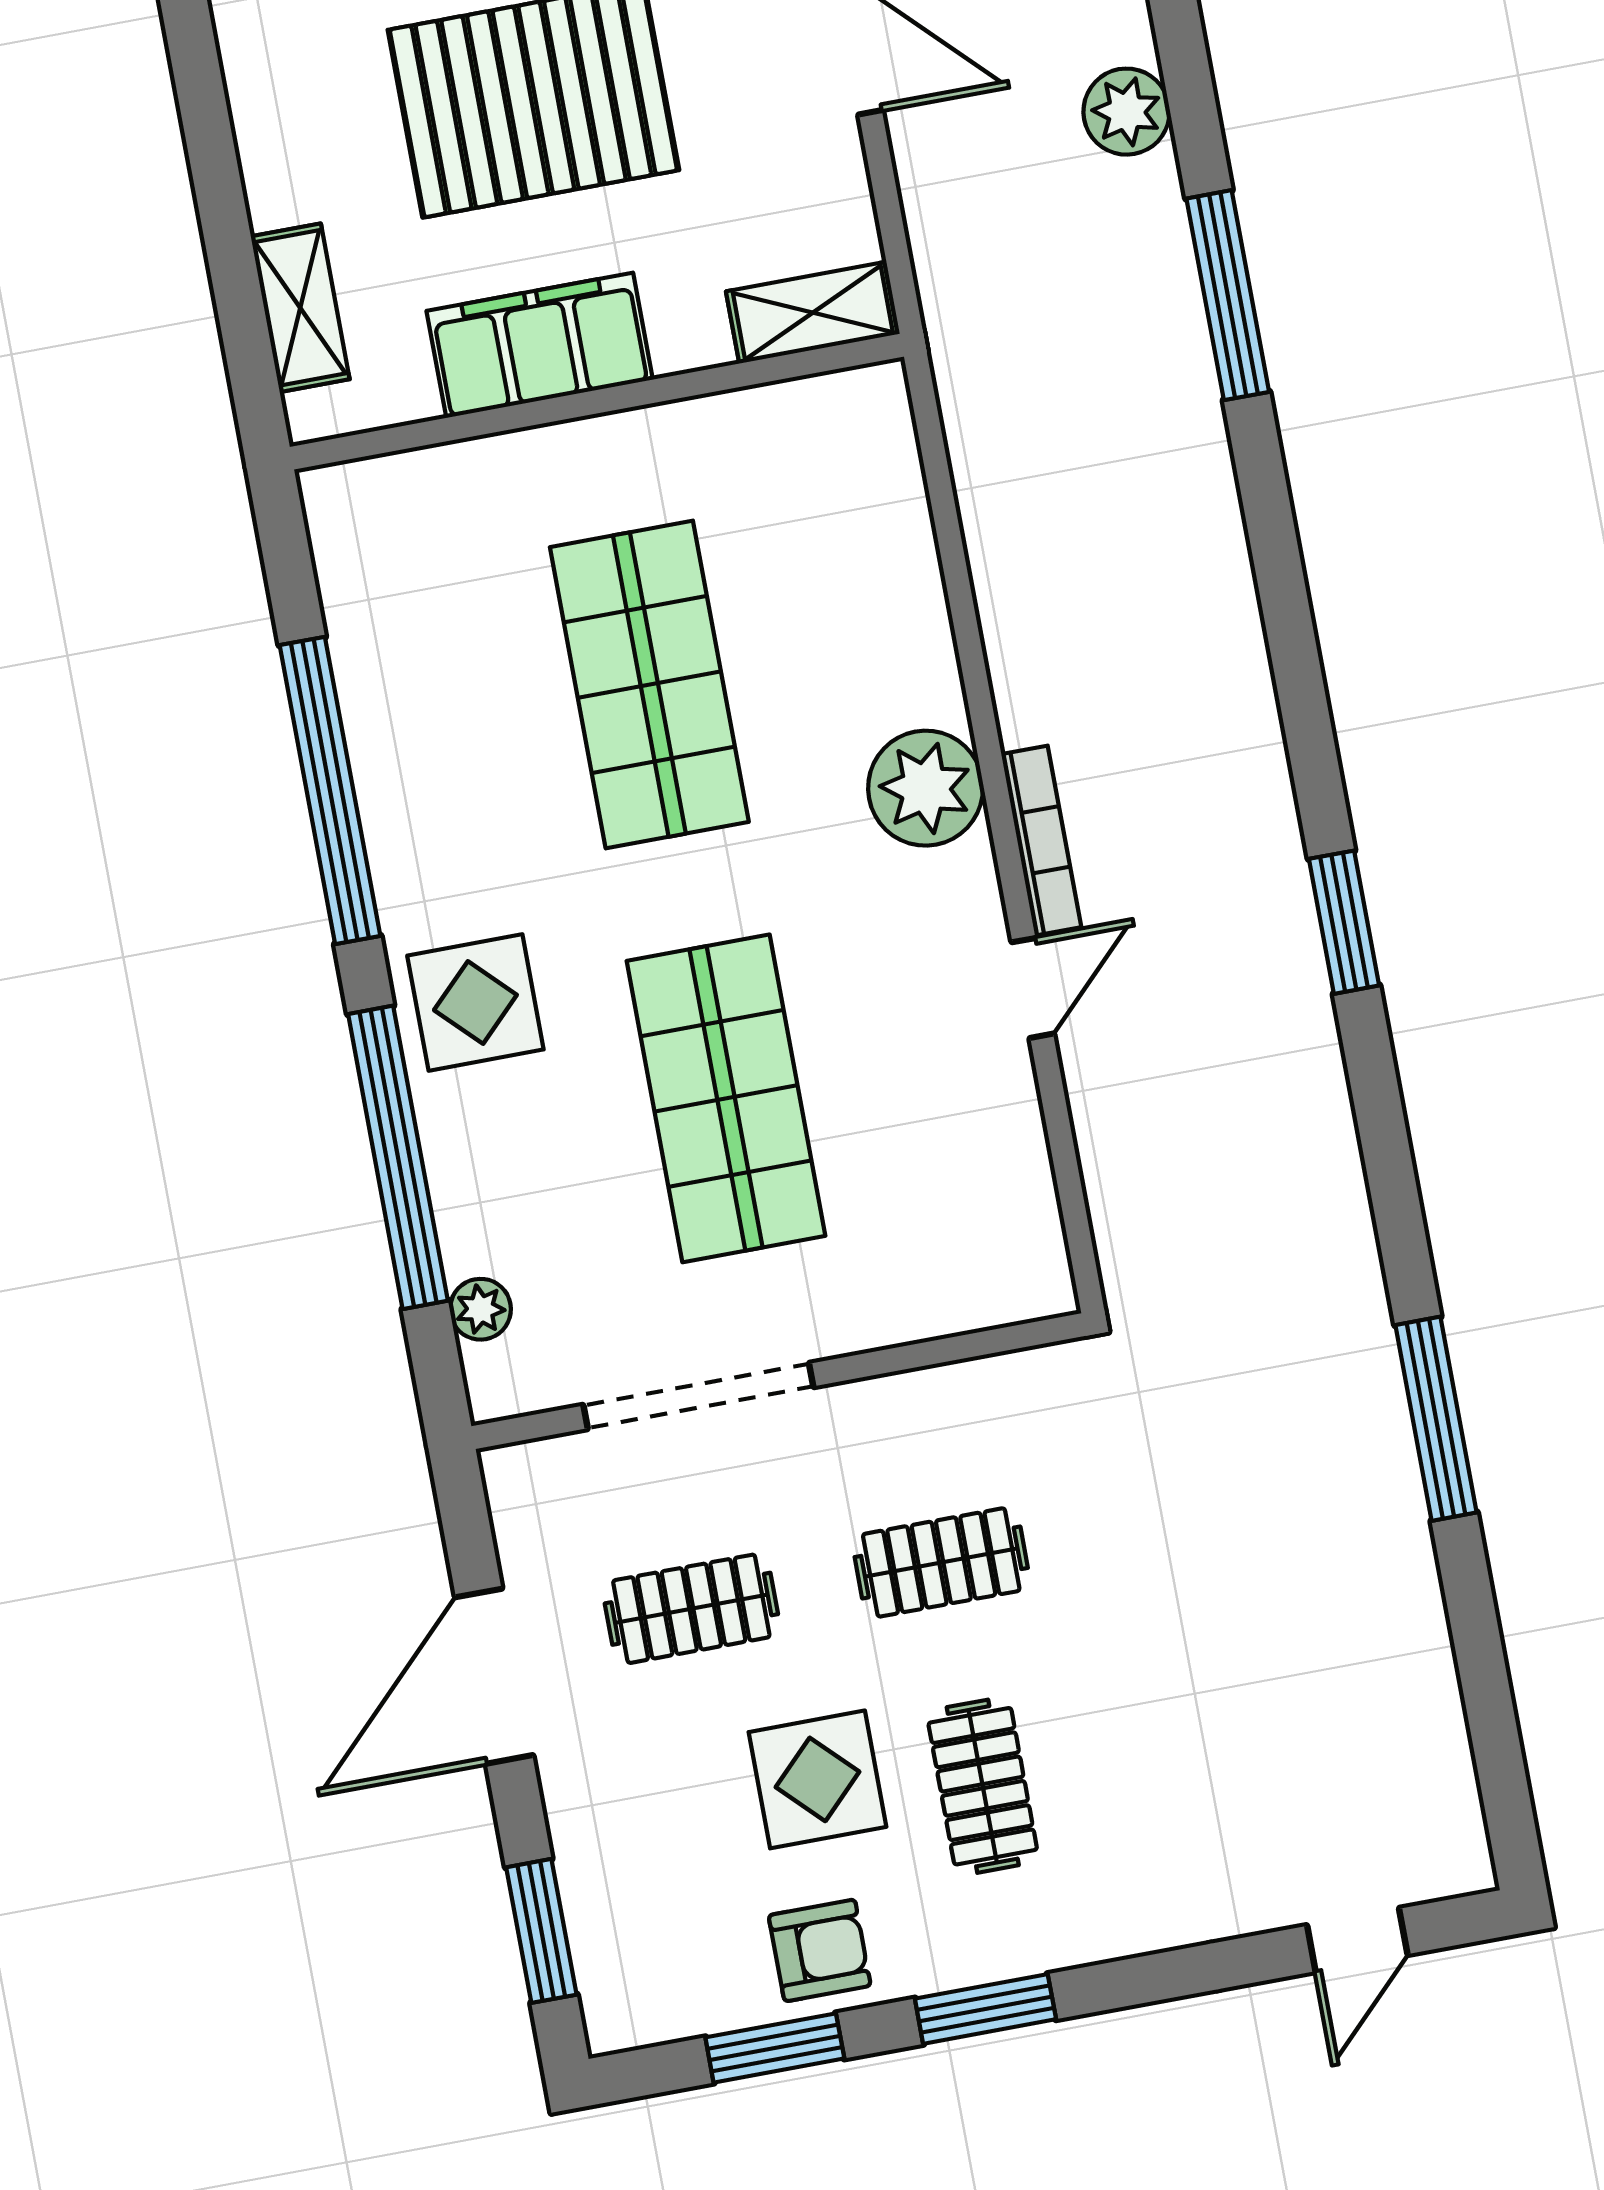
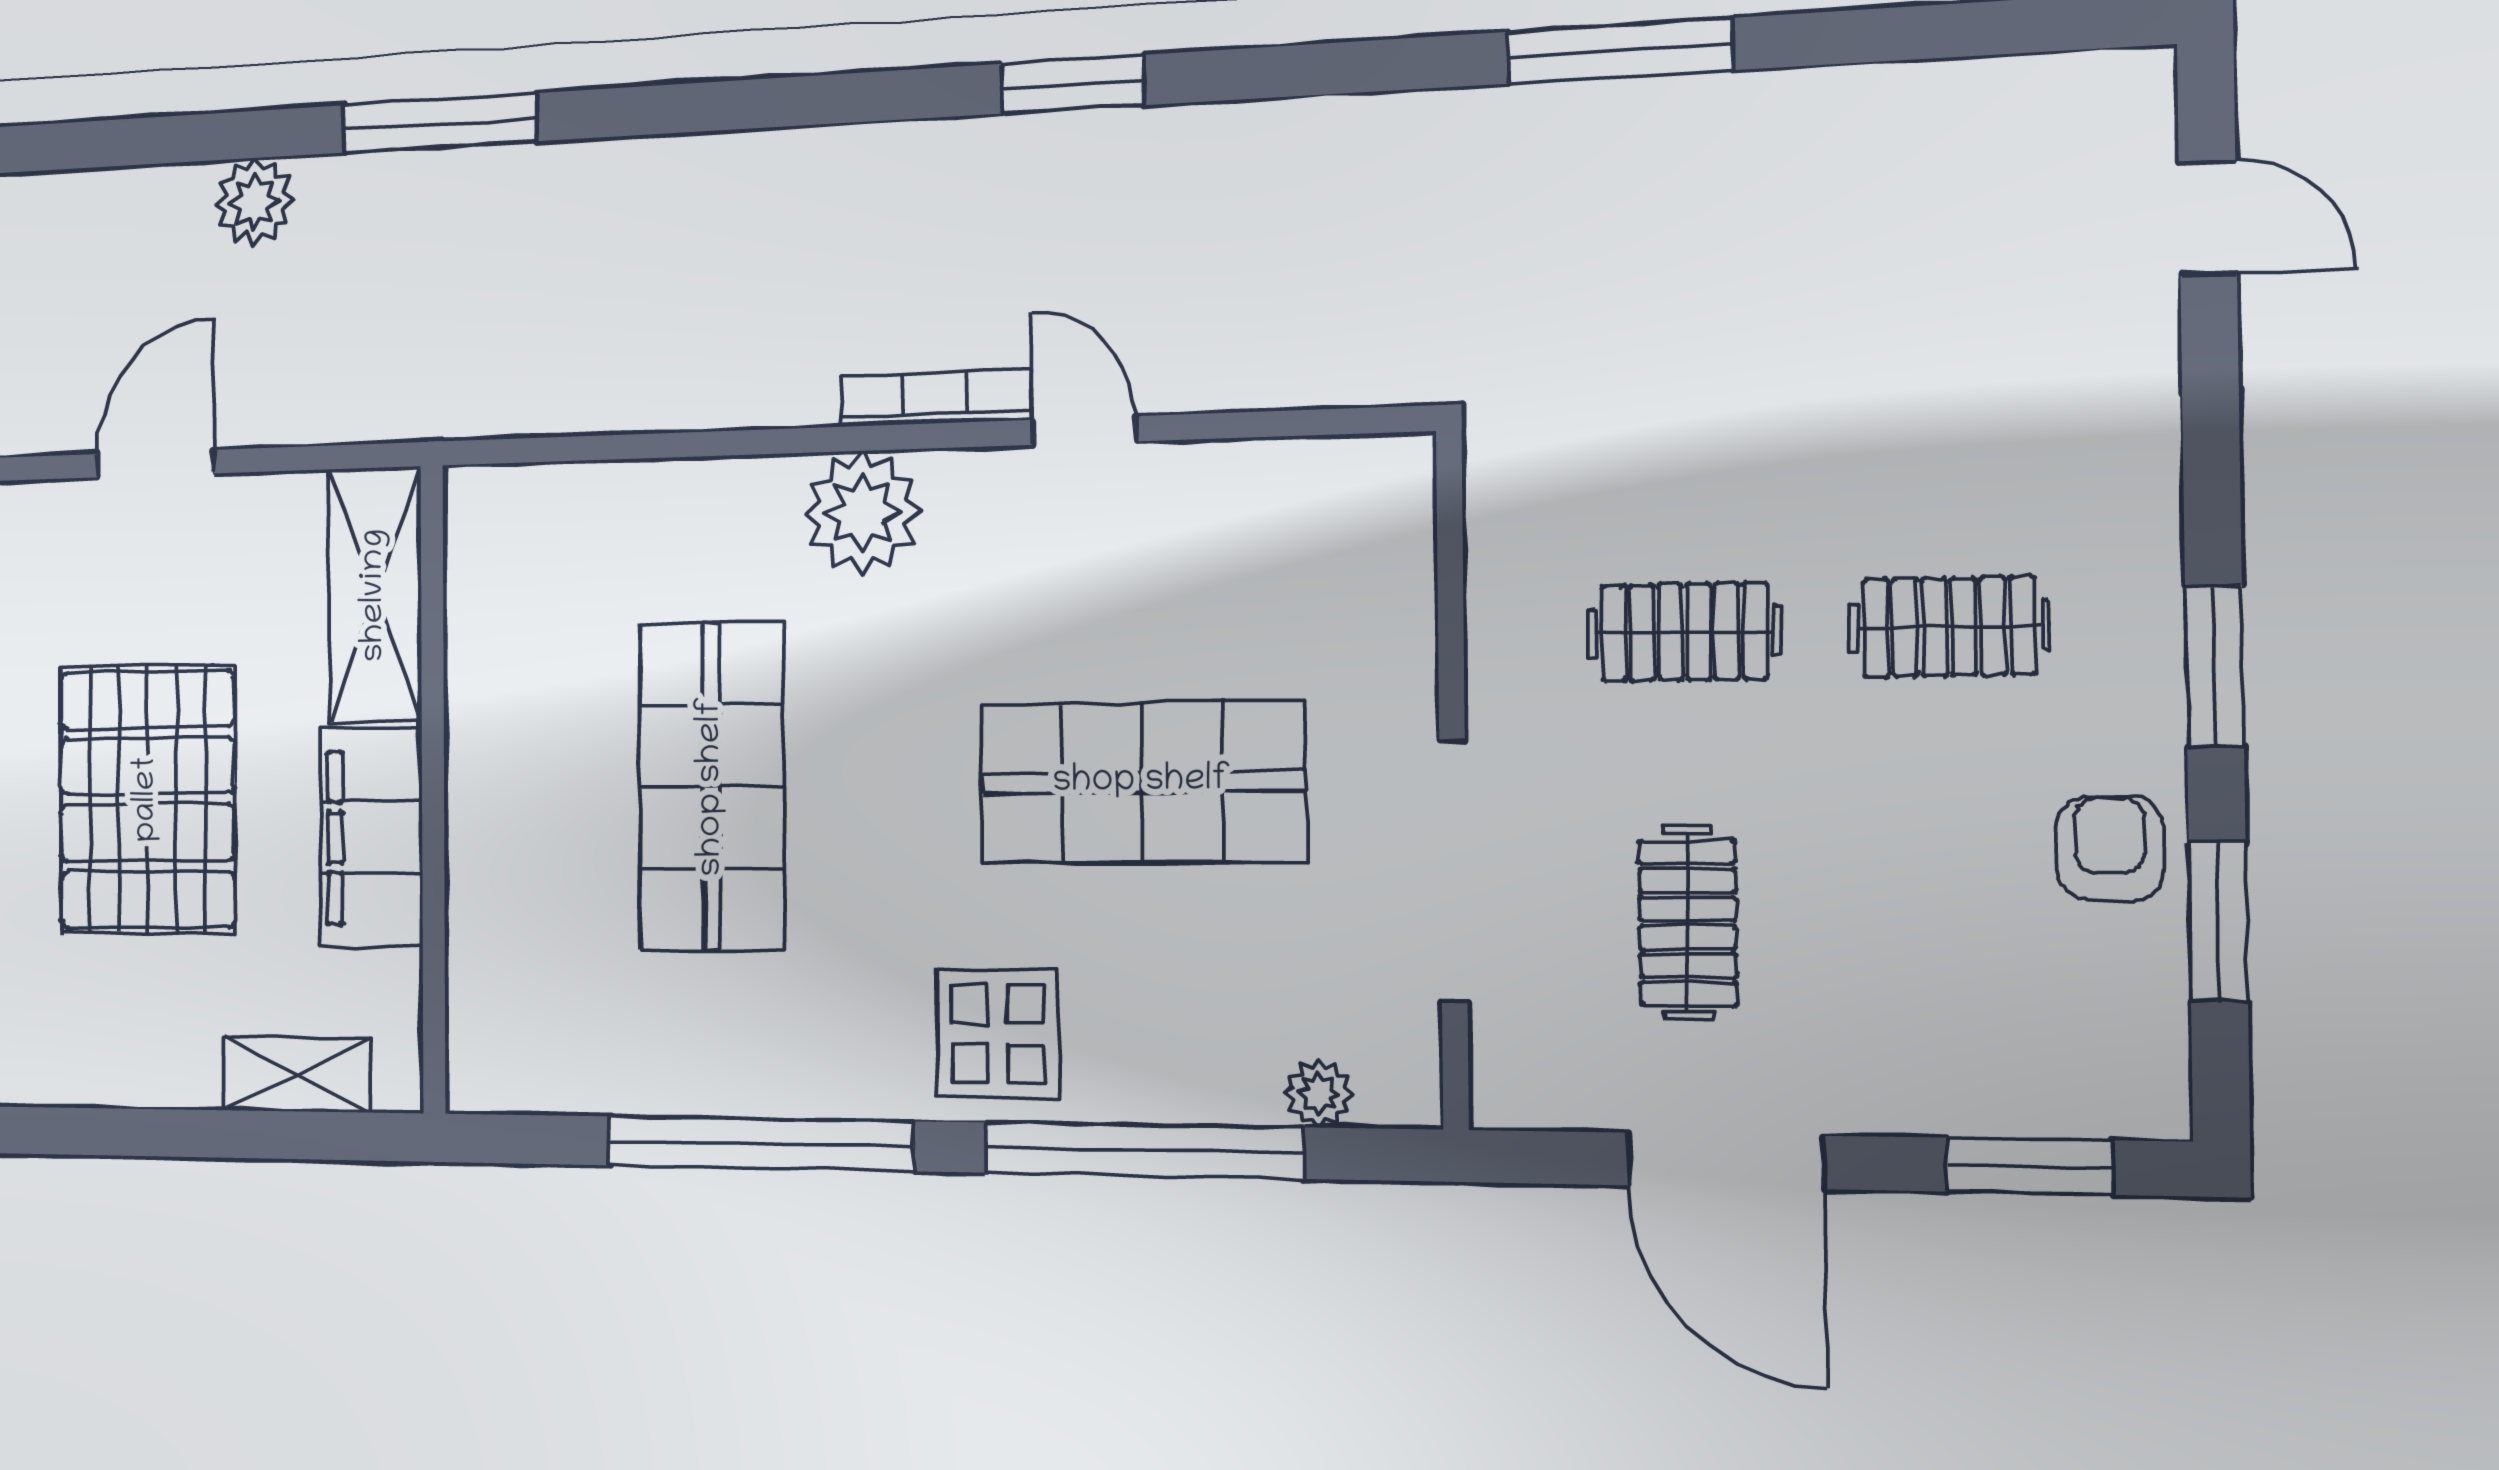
shelving: (813, 313) -> (375, 595), width x1.50, depth x1.33
shop shelf: (649, 685) -> (712, 786), turned 90
clothes rail: (941, 1562) -> (1684, 632), turned 90
display table: (817, 1779) -> (1908, 815), removed

